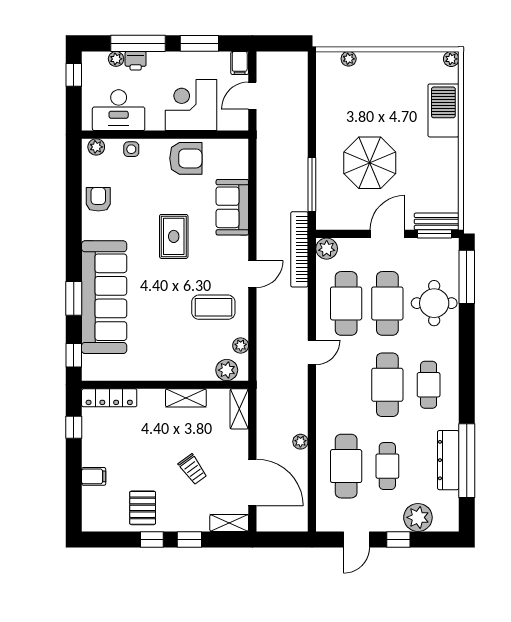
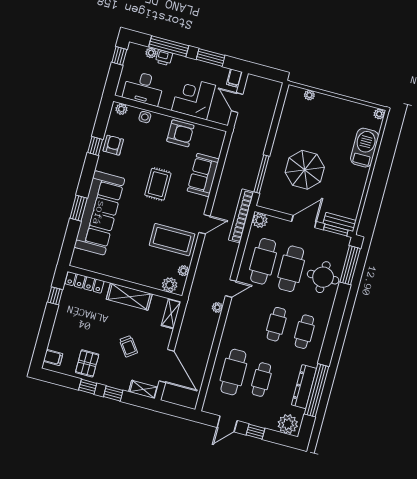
door: (252, 96) -> (237, 103), hinge flipped
coffee table: (213, 307) -> (172, 240), width x1.36, depth x1.32
window: (74, 355) -> (95, 146), moved
cafe table: (387, 385) -> (276, 324), width x0.73, depth x0.74
shelving: (186, 398) -> (129, 297), width x1.50, depth x1.33
plant: (300, 442) -> (217, 307), moved
filing cabinet: (94, 476) -> (53, 357), moved
plant: (418, 517) -> (288, 424), moved

